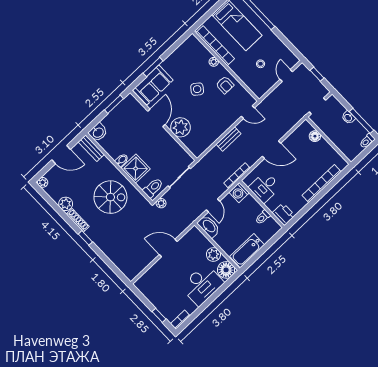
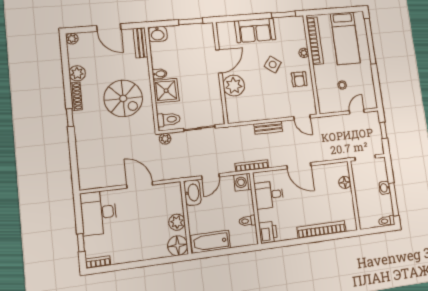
window: (153, 67) -> (283, 15), moved
sofa: (153, 85) -> (255, 30), moved
desk: (202, 285) -> (99, 213), moved, turned 90

